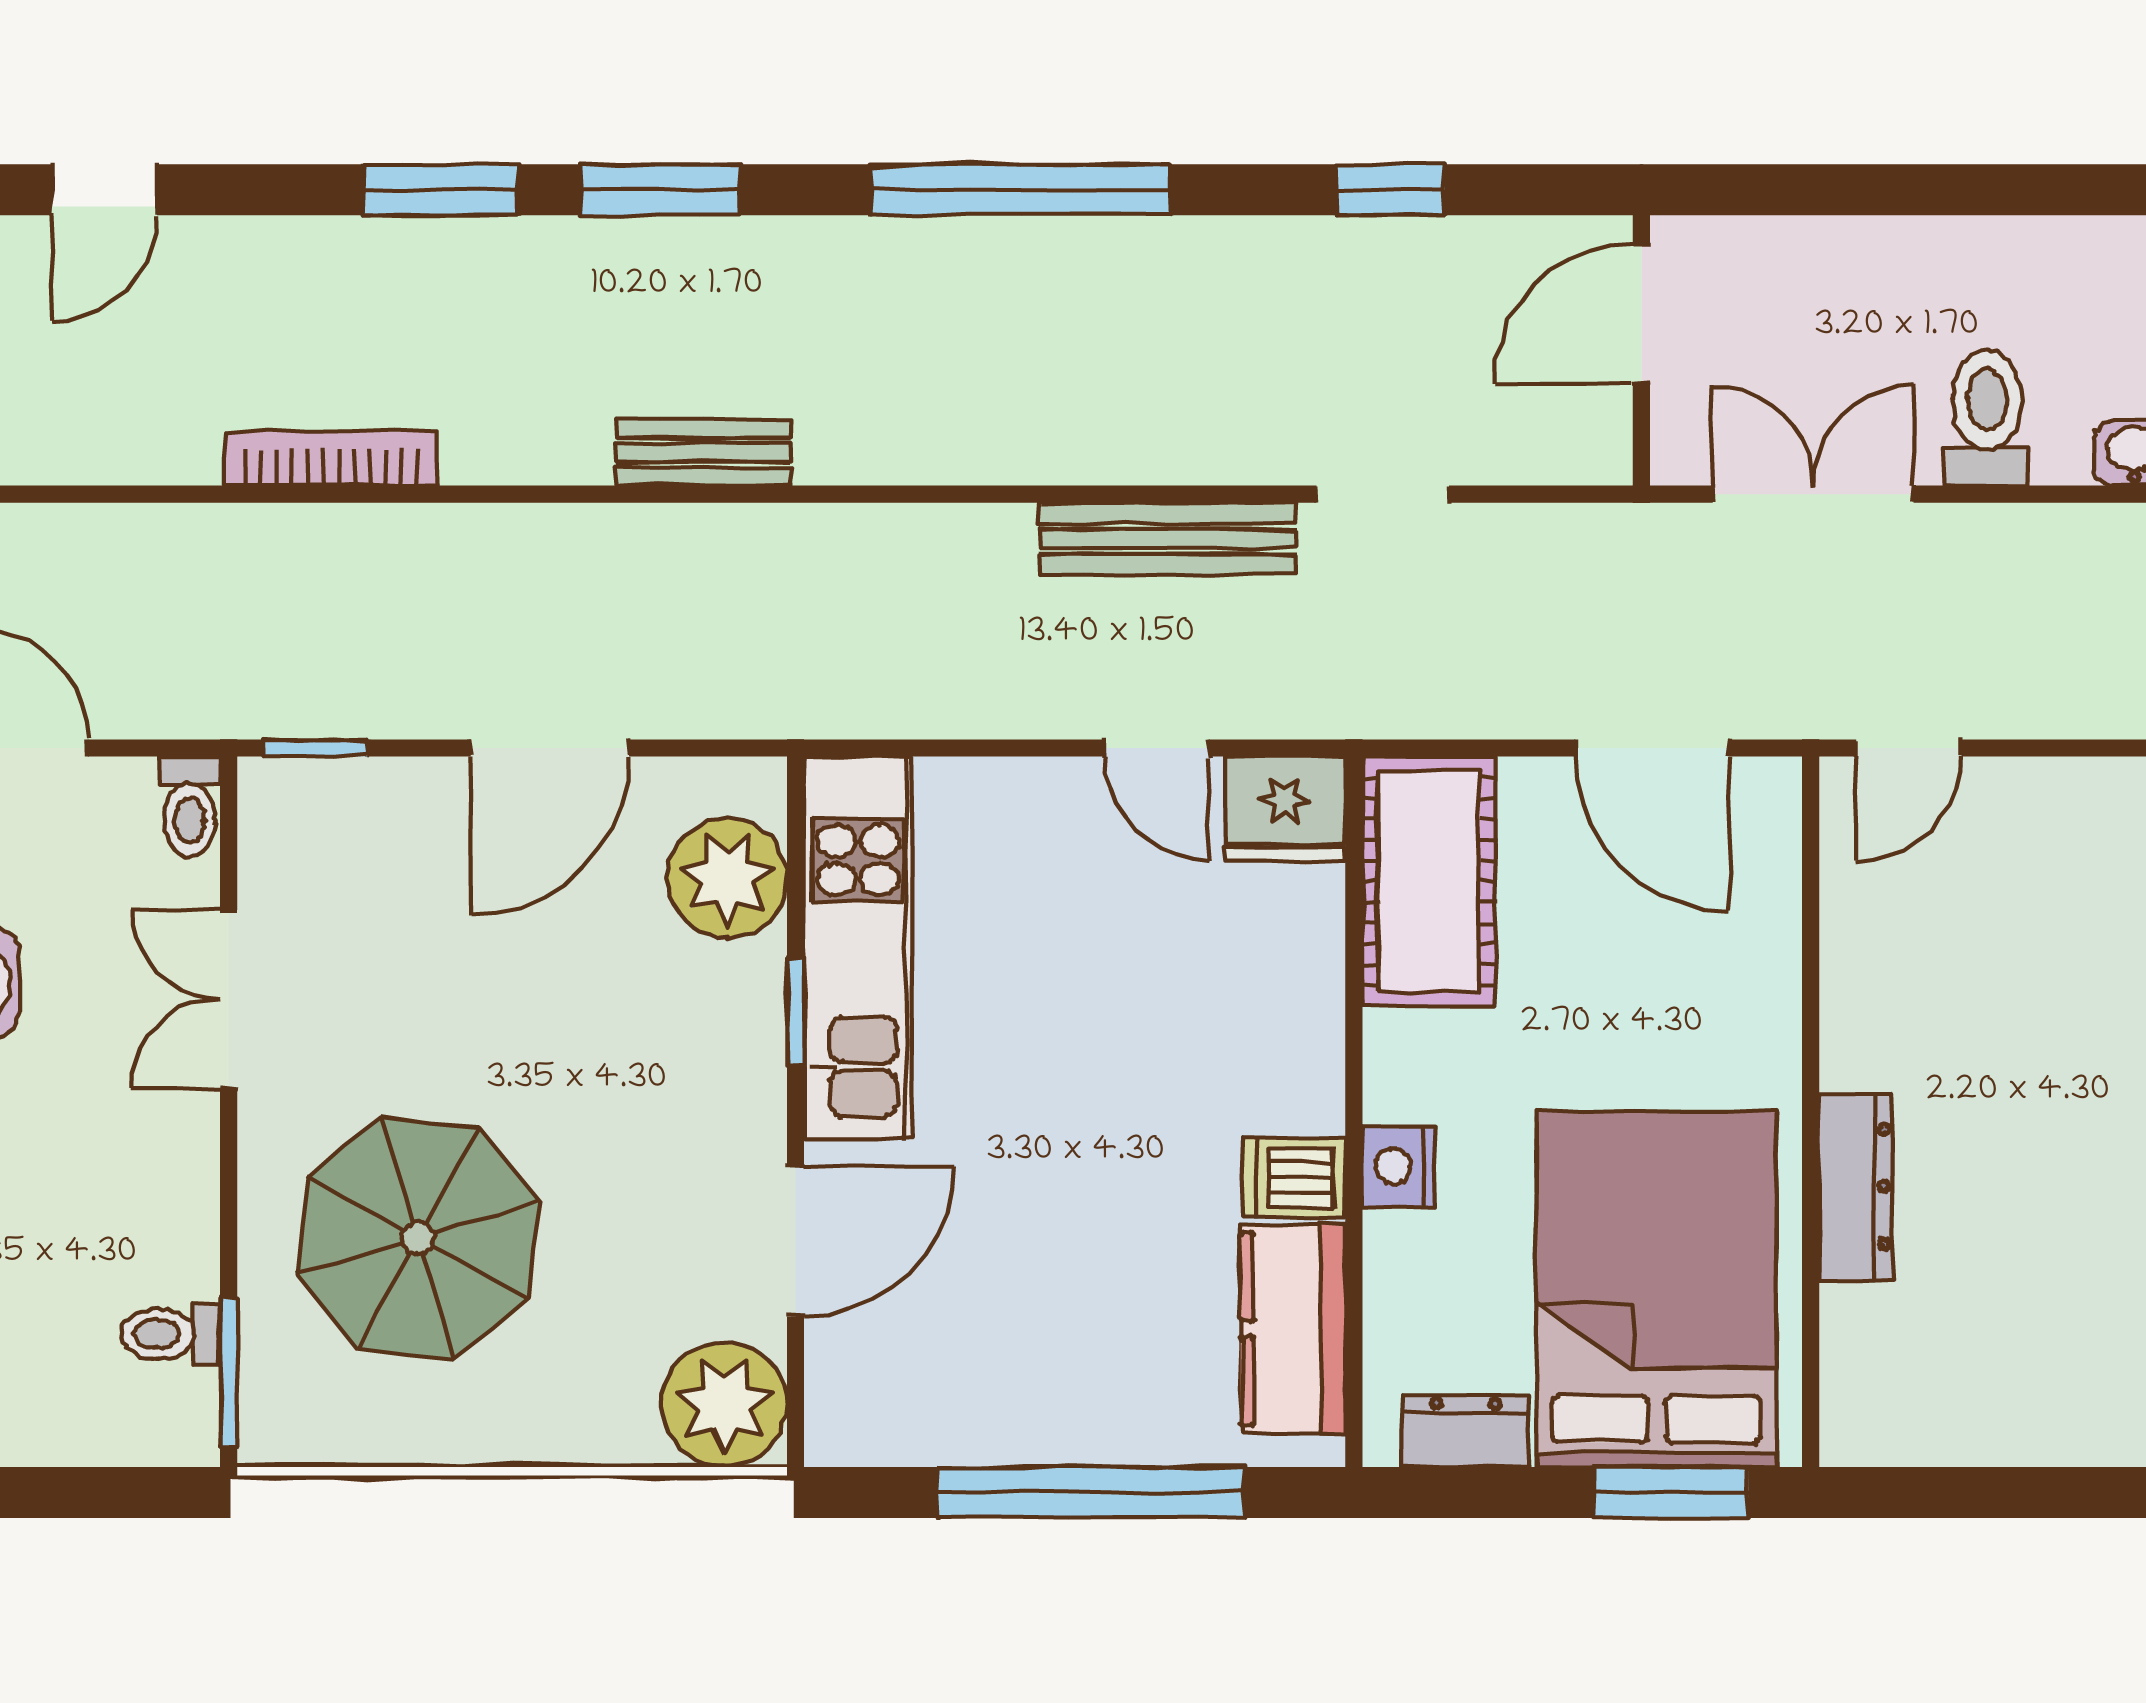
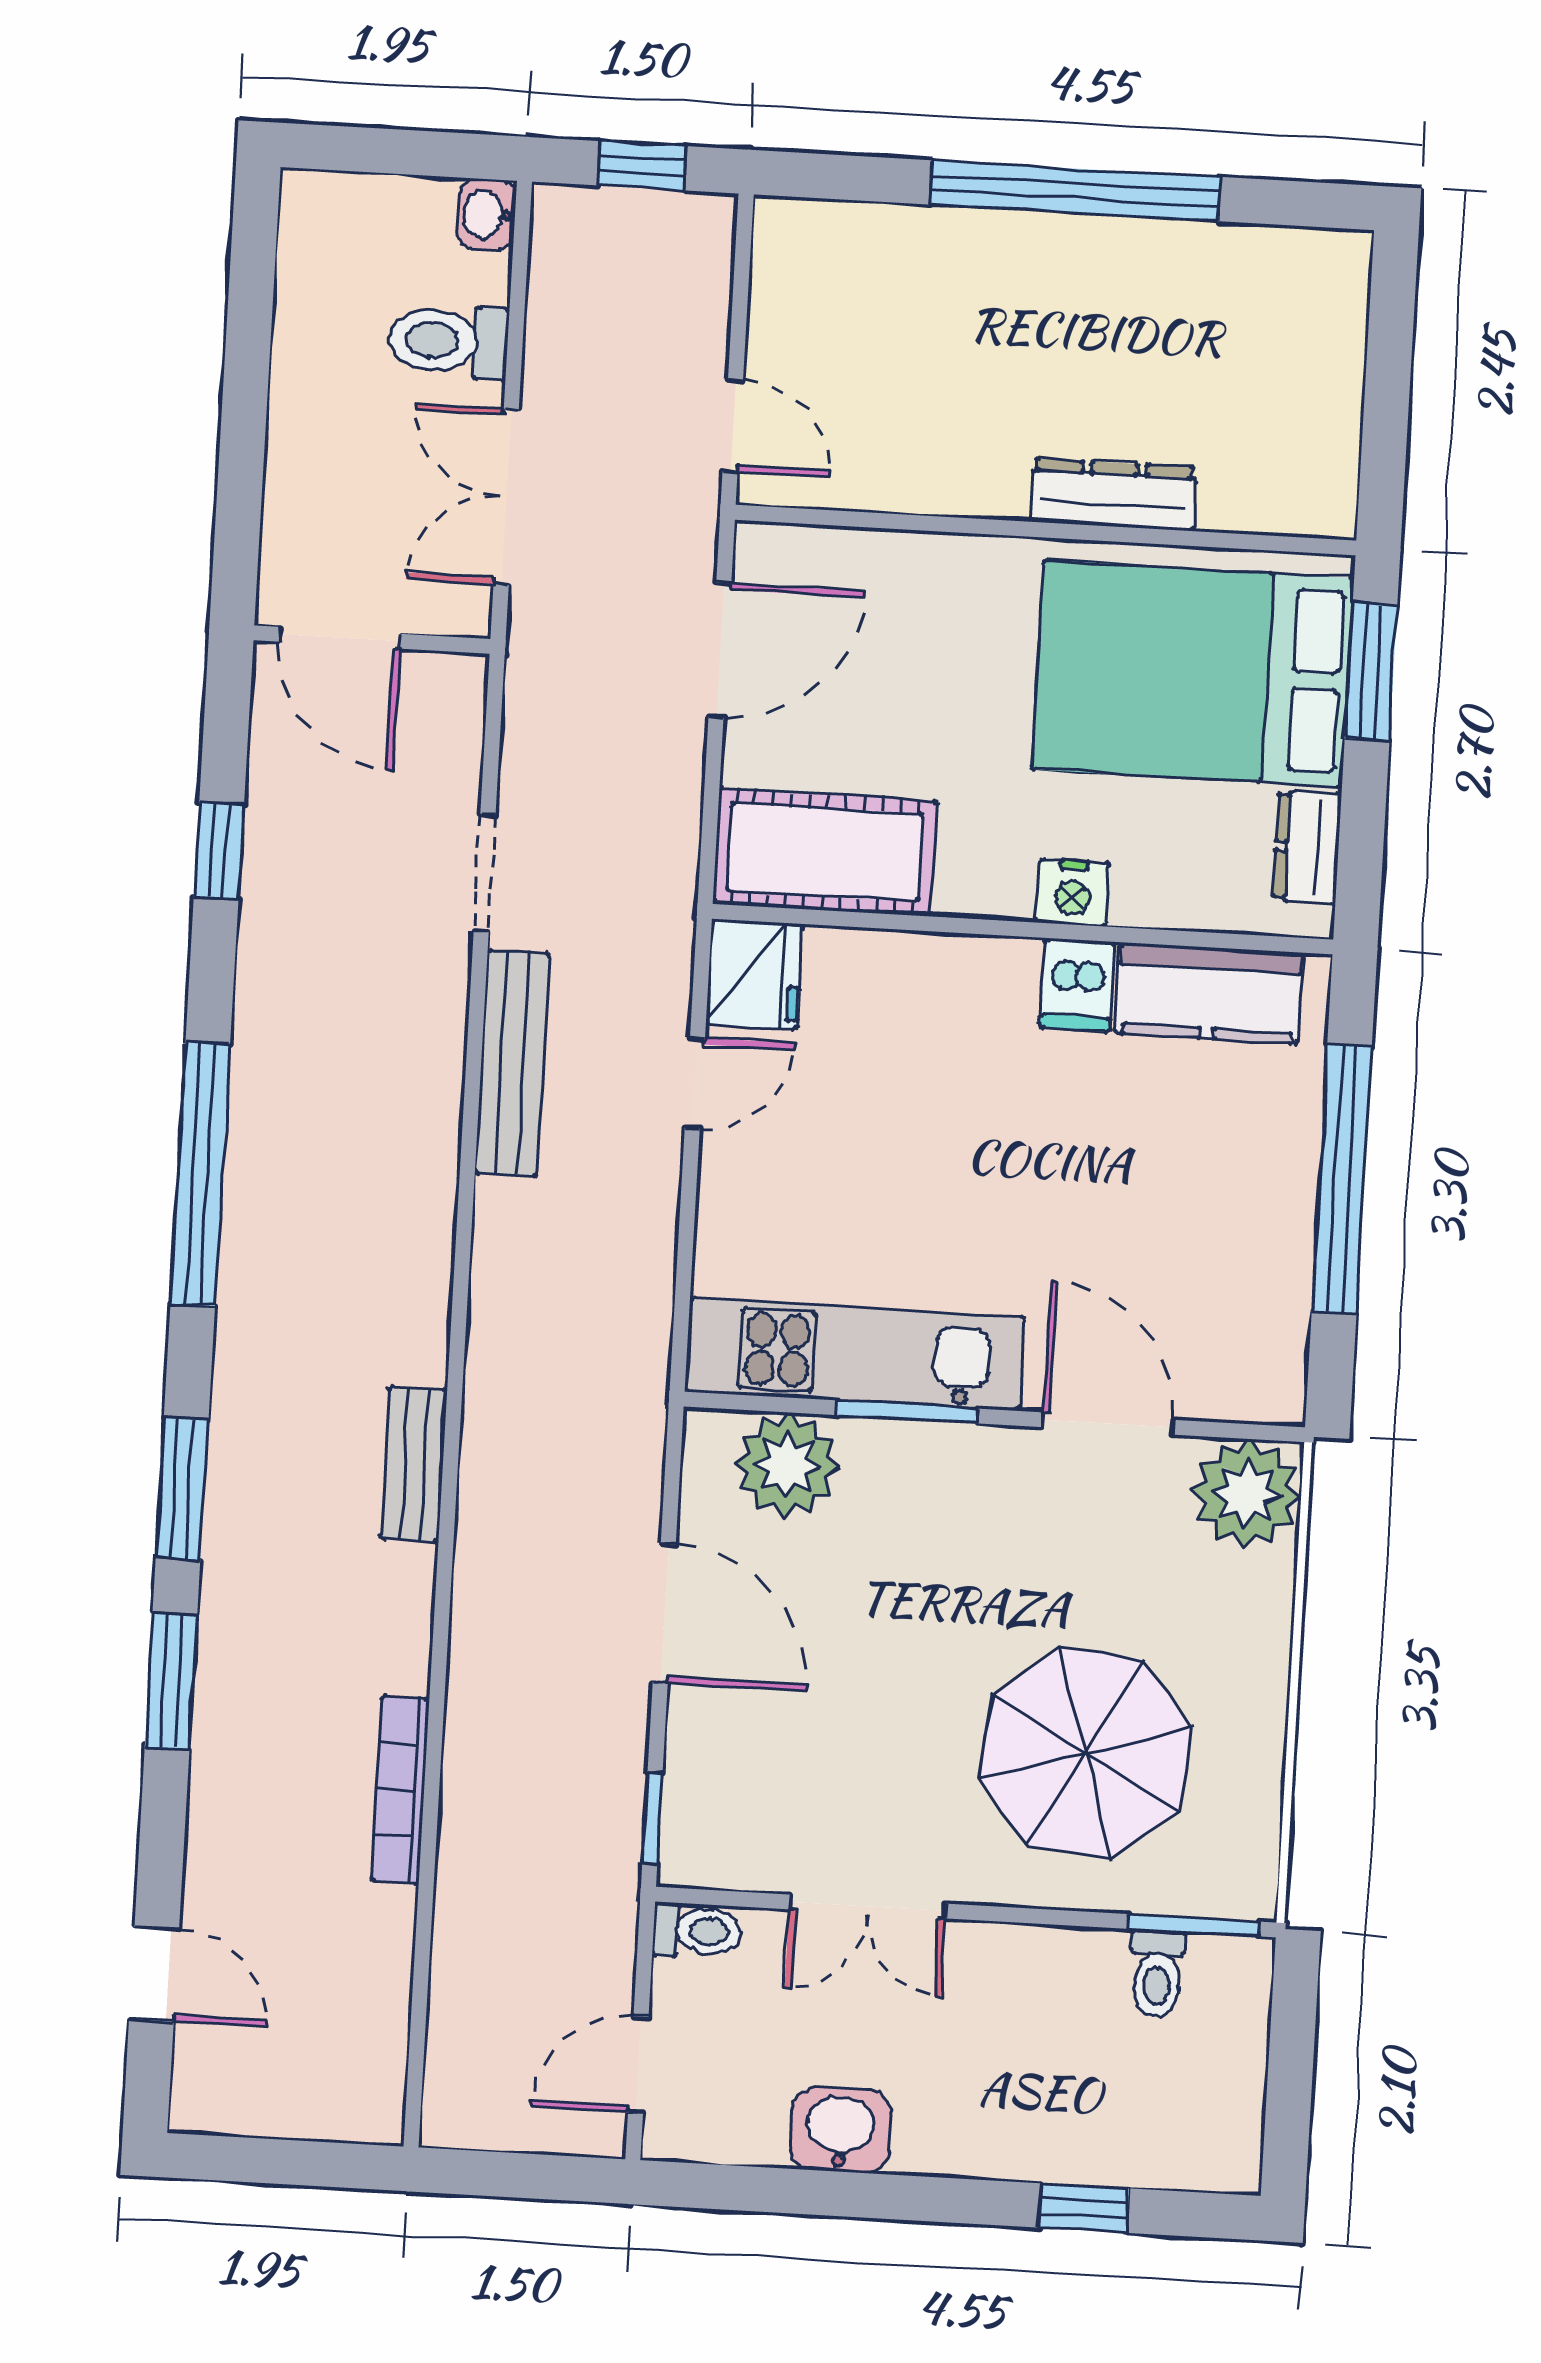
window: (795, 1012) -> (907, 1412), width x1.50

